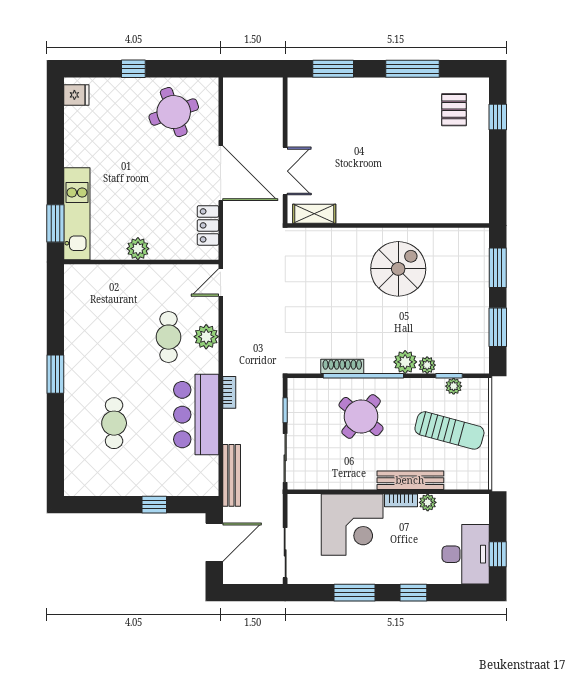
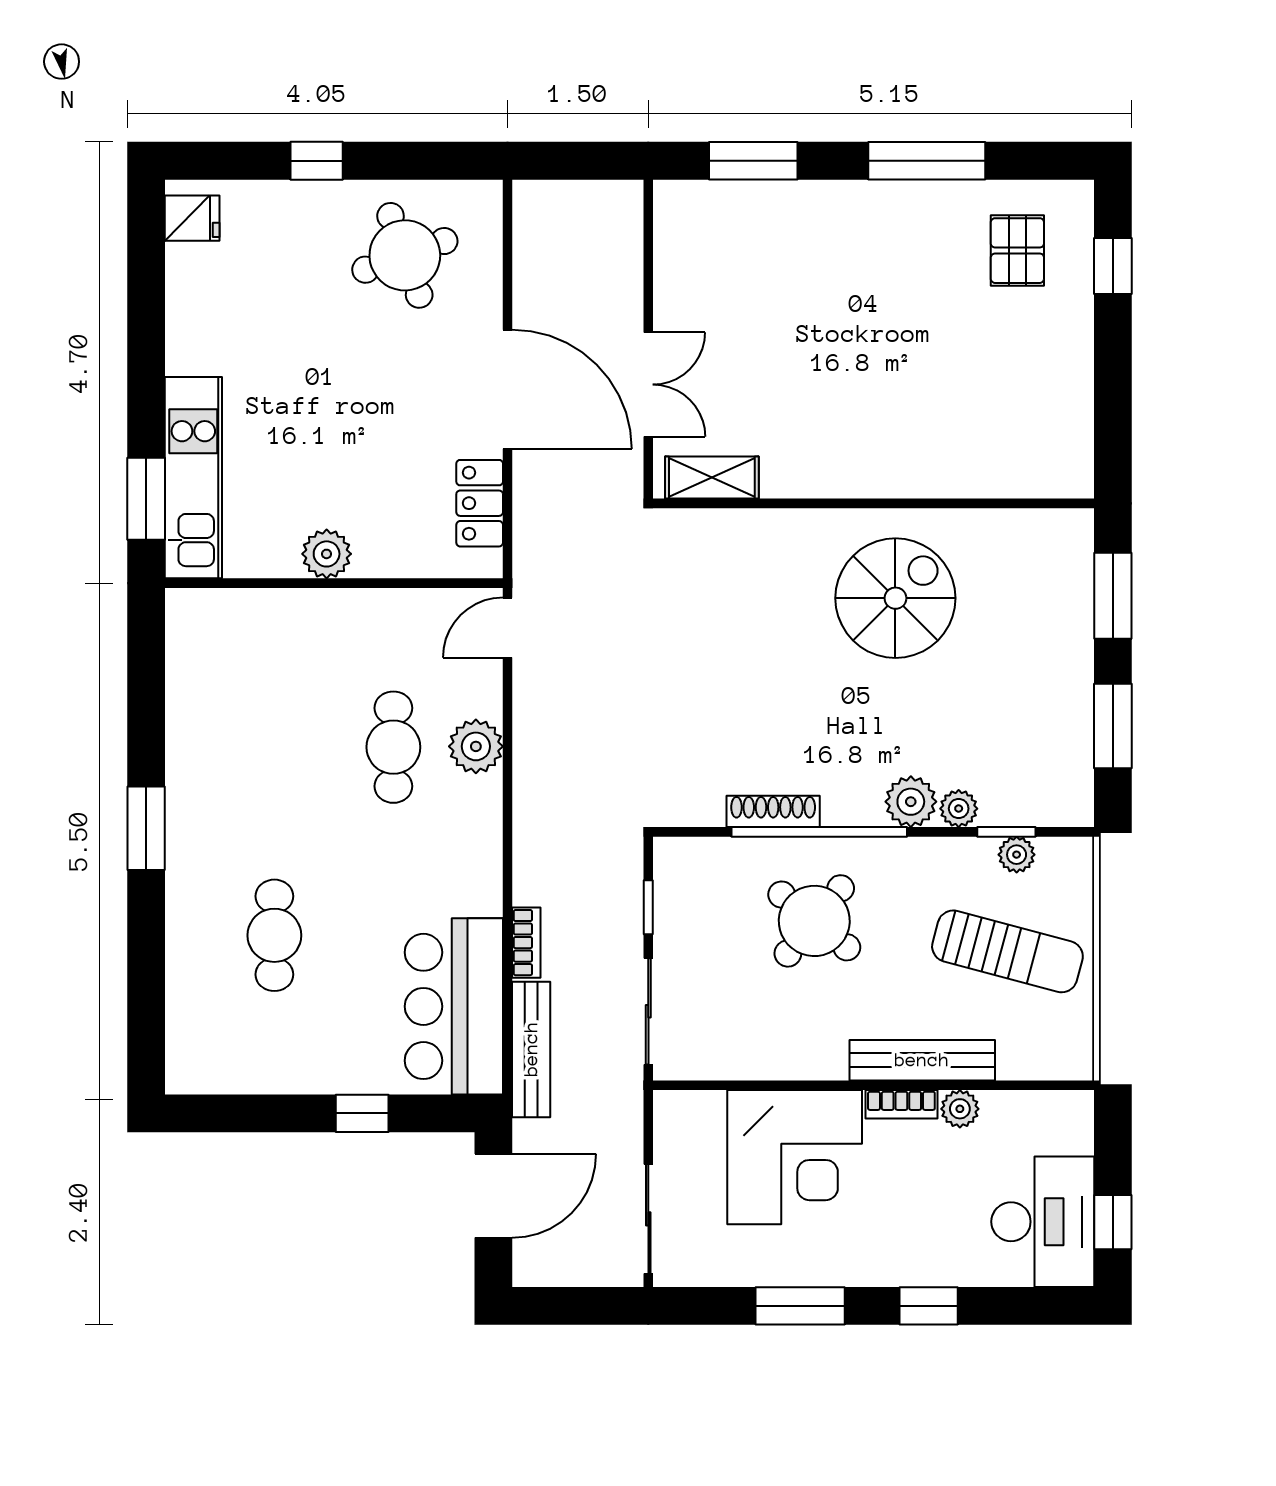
bookcase: (229, 392) -> (526, 943), moved
bar counter: (196, 415) -> (454, 1006), moved

